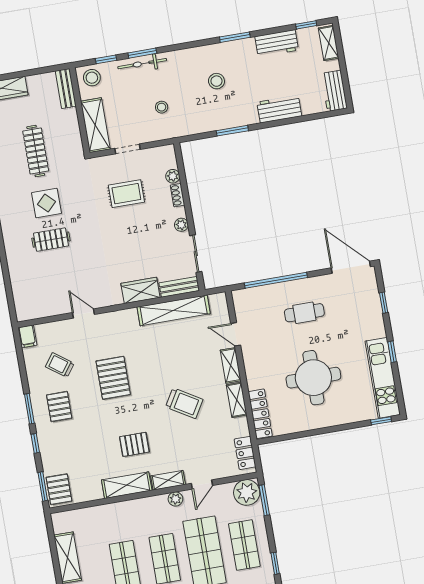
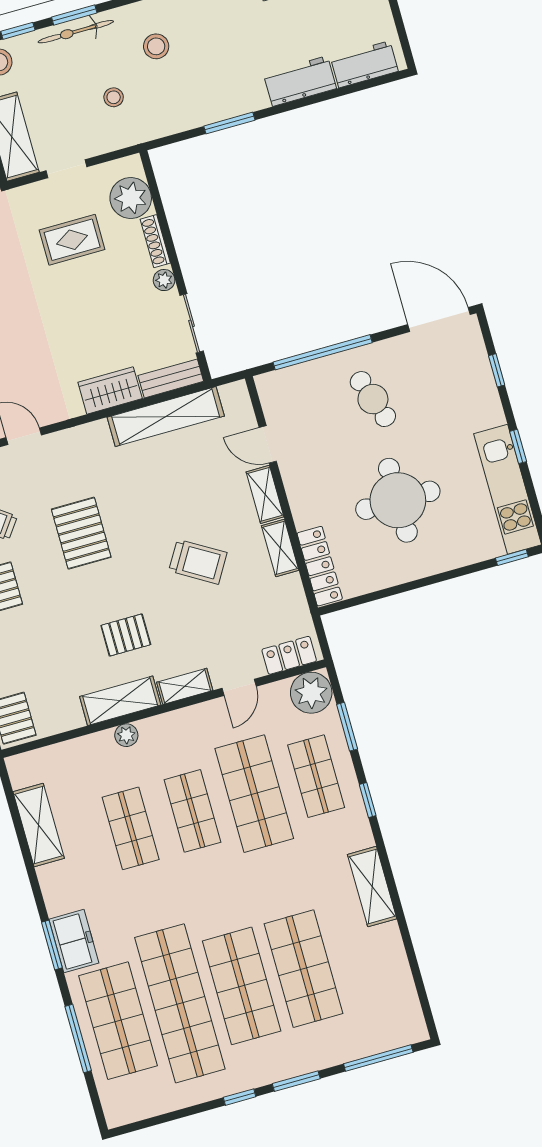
stool: (216, 81) -> (156, 46), moved
workbench: (334, 91) -> (364, 64), moved, turned 90
plant: (173, 176) -> (131, 198), width x1.87, depth x1.87
shoe rack: (178, 195) -> (155, 241), width x1.43
cafe table: (304, 313) -> (373, 399), turned 71
locker: (245, 453) -> (289, 655), moved, turned 90
plant: (175, 499) -> (126, 735), moved
window: (264, 500) -> (347, 727), moved

